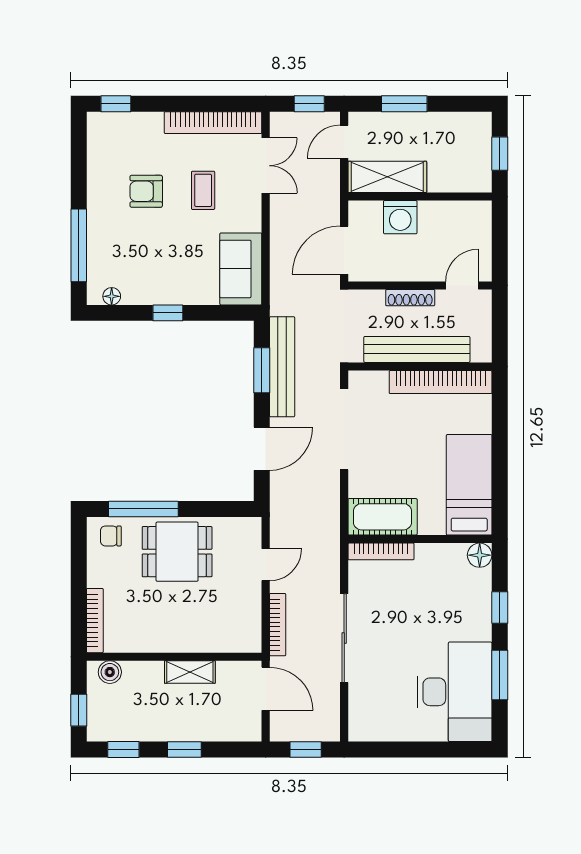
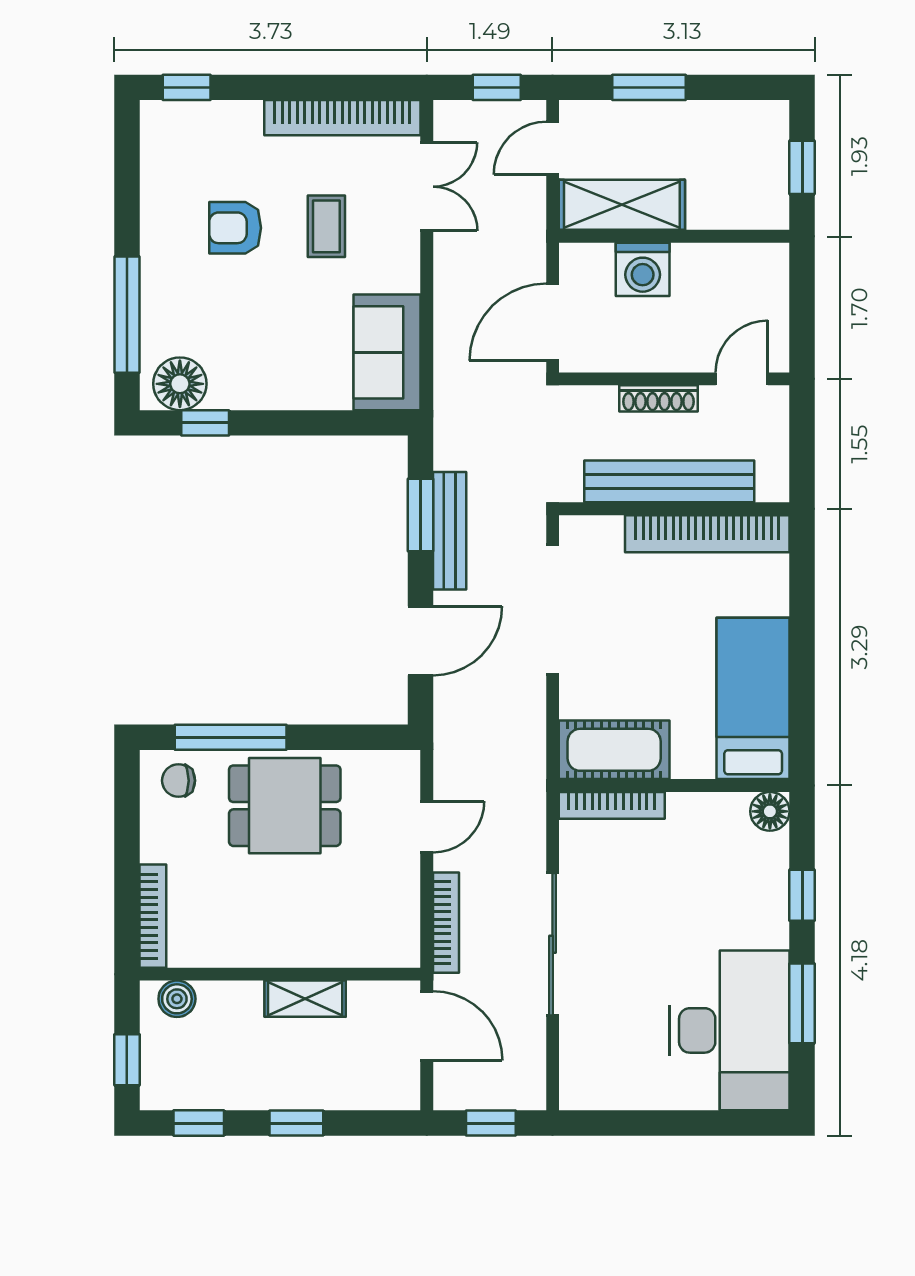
floor lamp: (112, 296) -> (180, 384), width x1.89, depth x1.89
window: (168, 313) -> (205, 423), moved
bench: (282, 367) -> (450, 531), width x0.73, depth x0.82

